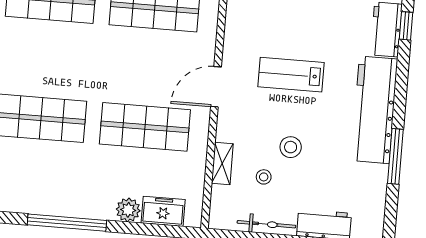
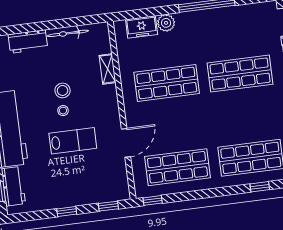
door: (216, 87) -> (126, 143), moved
stool: (264, 177) -> (63, 111), moved

